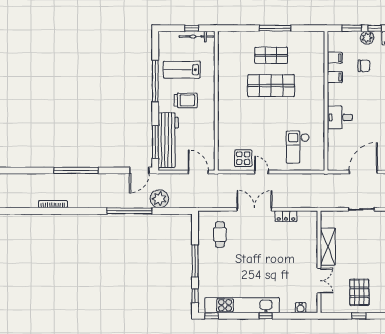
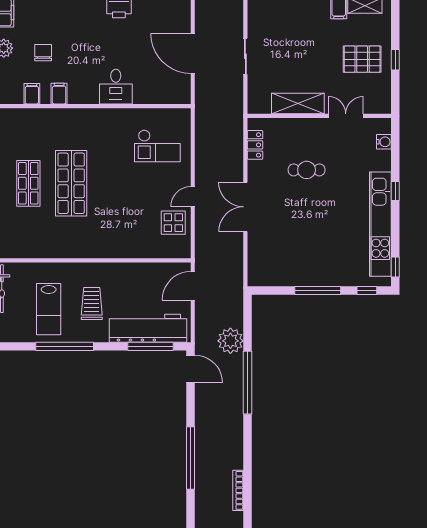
locker: (286, 216) -> (255, 145), moved
cafe table: (220, 235) -> (307, 170), moved

